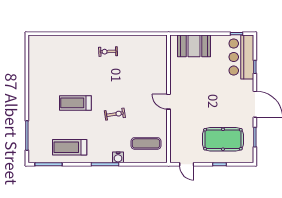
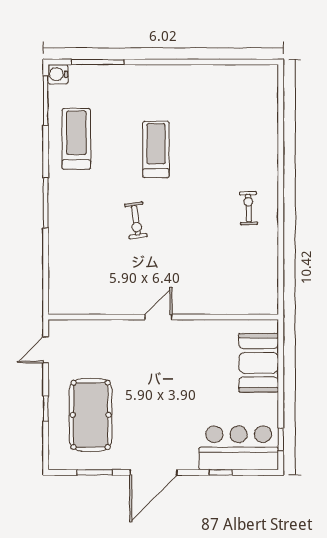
exercise mat: (146, 143) -> (83, 276), removed
water cooler: (118, 157) -> (58, 74), moved

